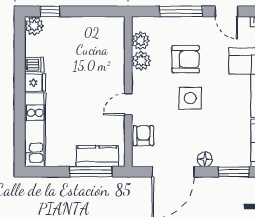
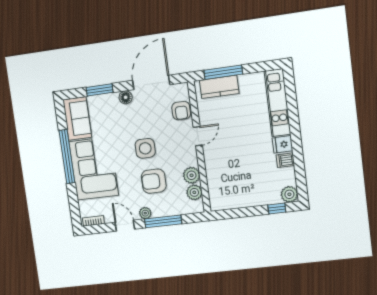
plant: (200, 23) -> (145, 213), added

